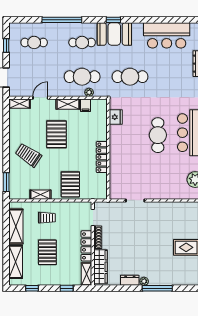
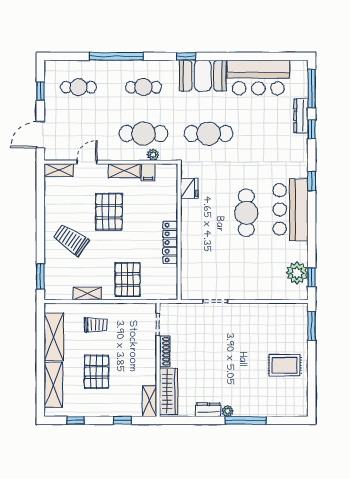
booth: (114, 34) -> (203, 76), moved
locker: (86, 246) -> (149, 363), removed

